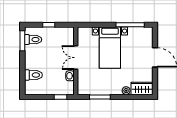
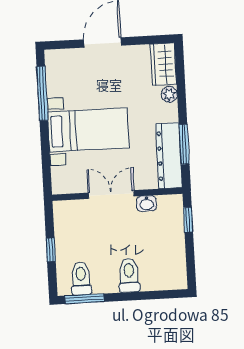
double door: (76, 58) -> (111, 195), swing flipped
toilet: (33, 75) -> (129, 275), moved
dresser: (94, 89) -> (169, 156), added

